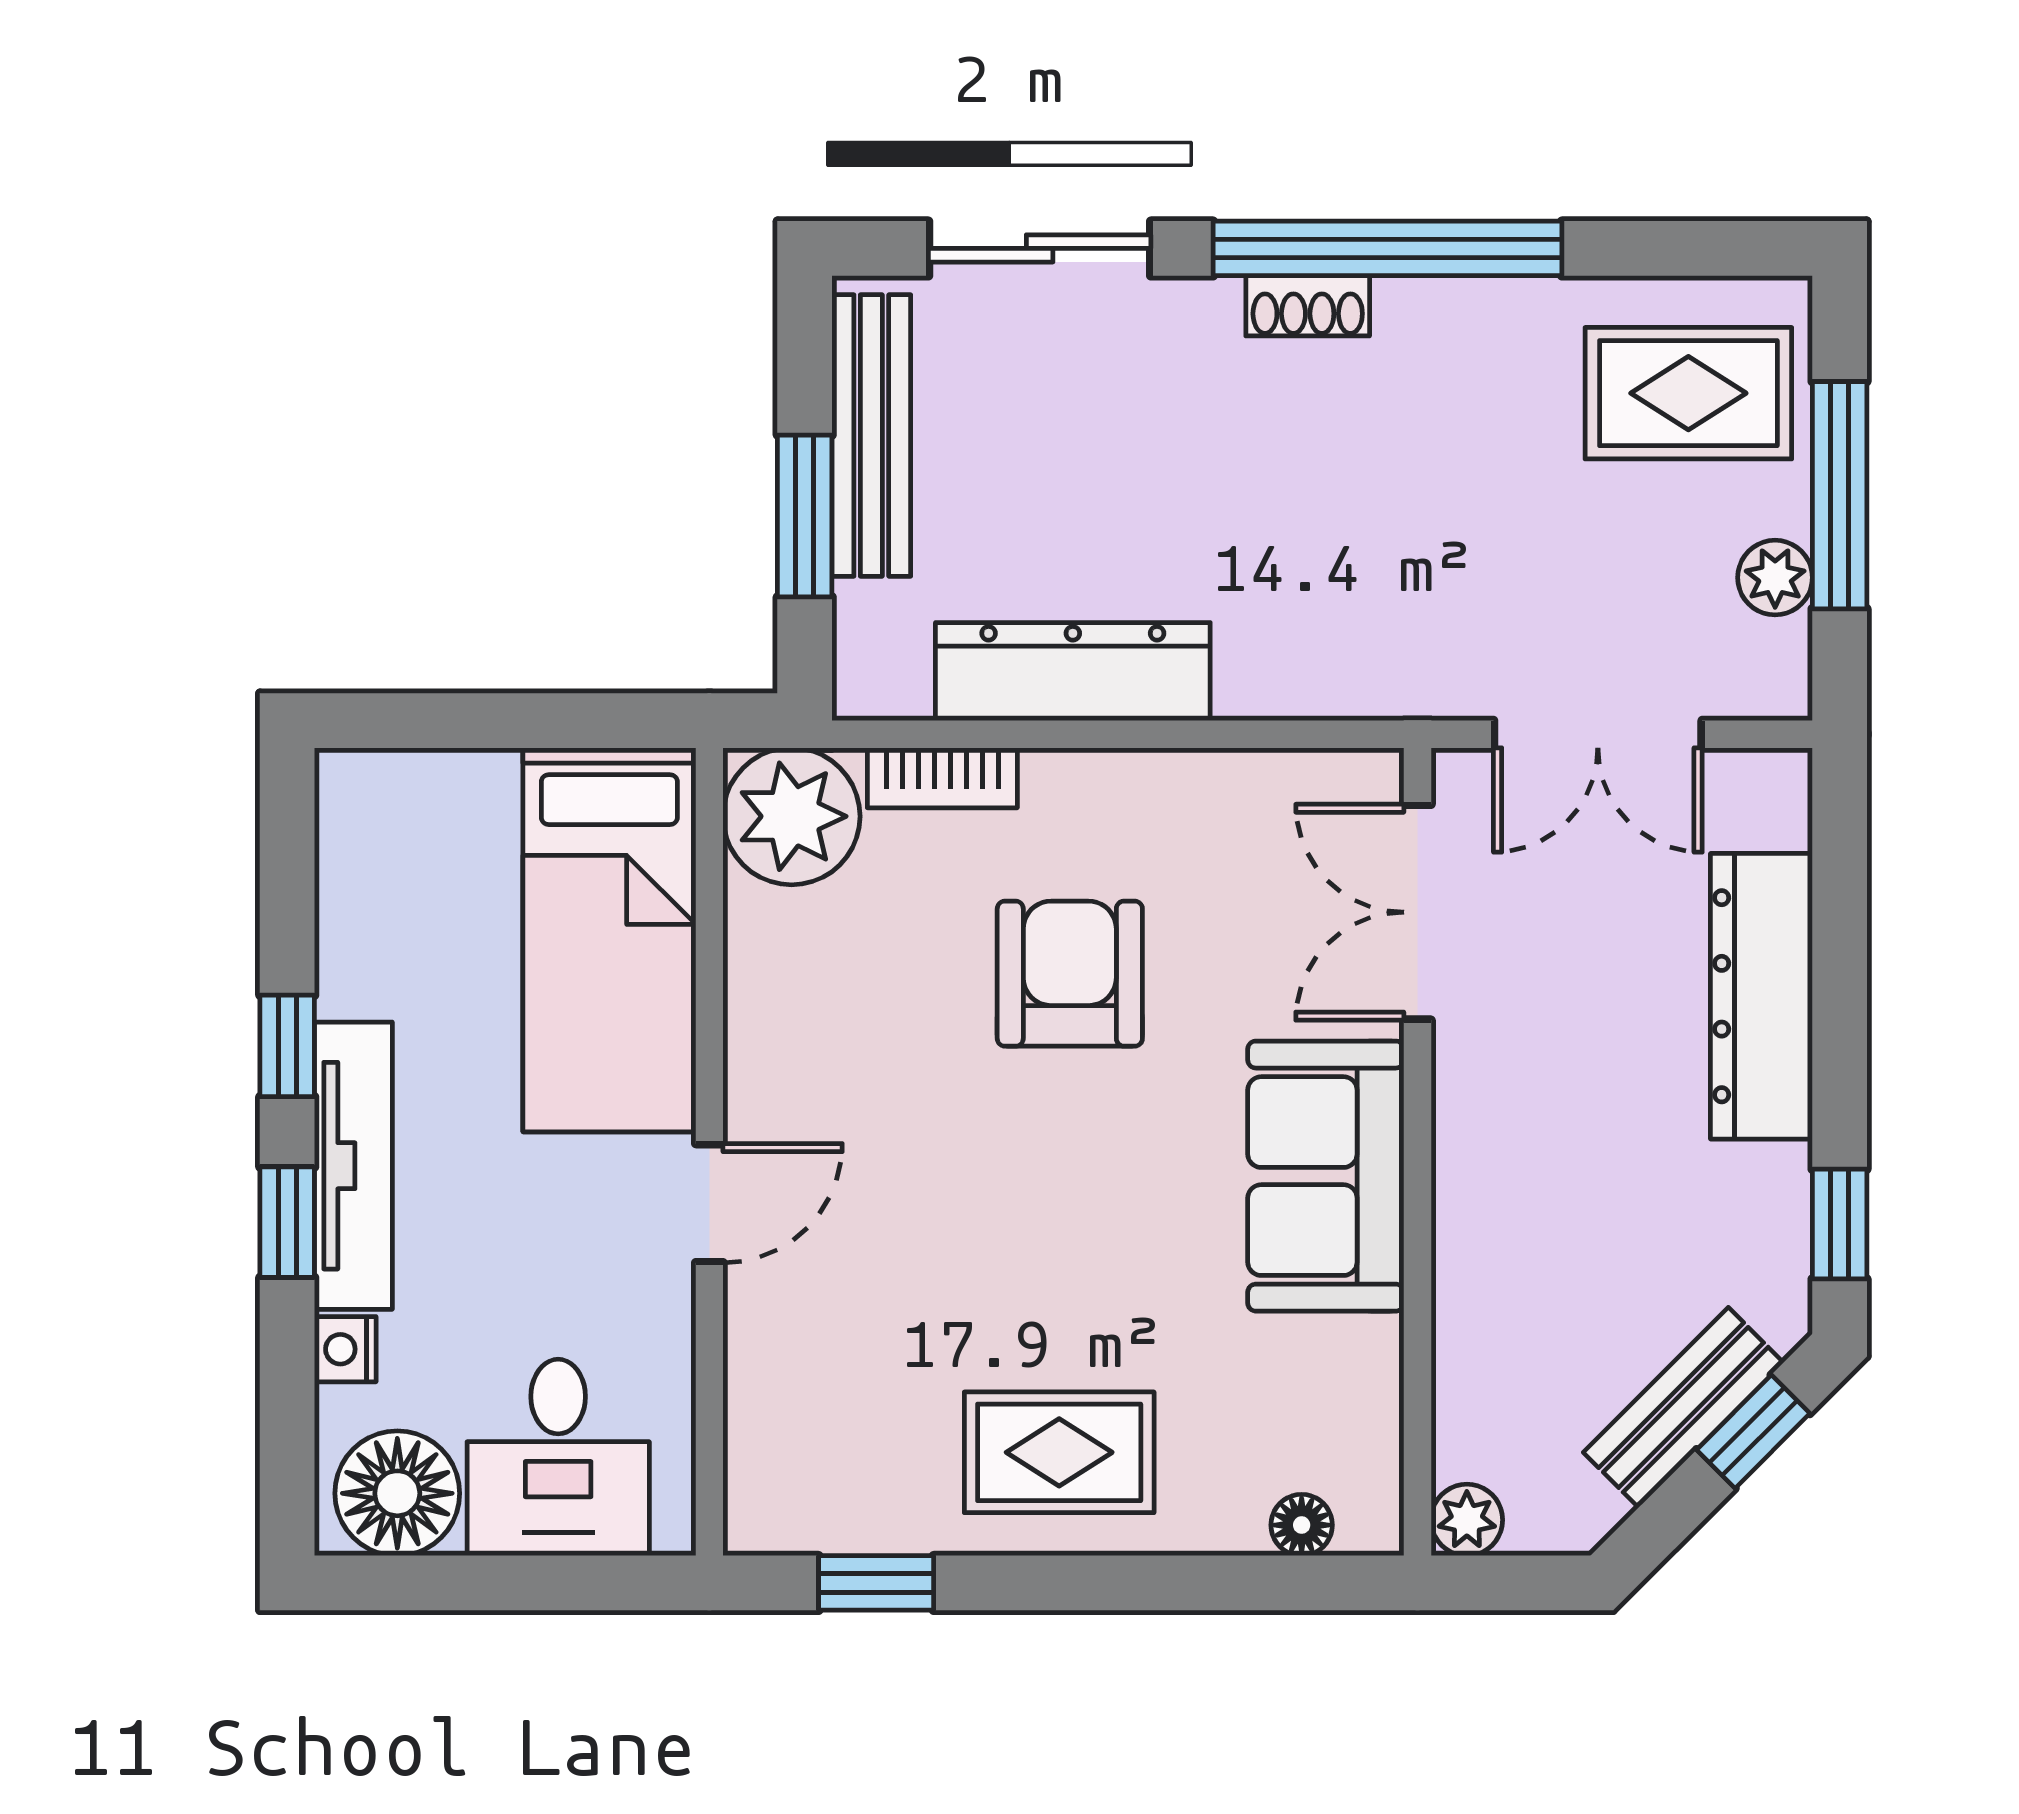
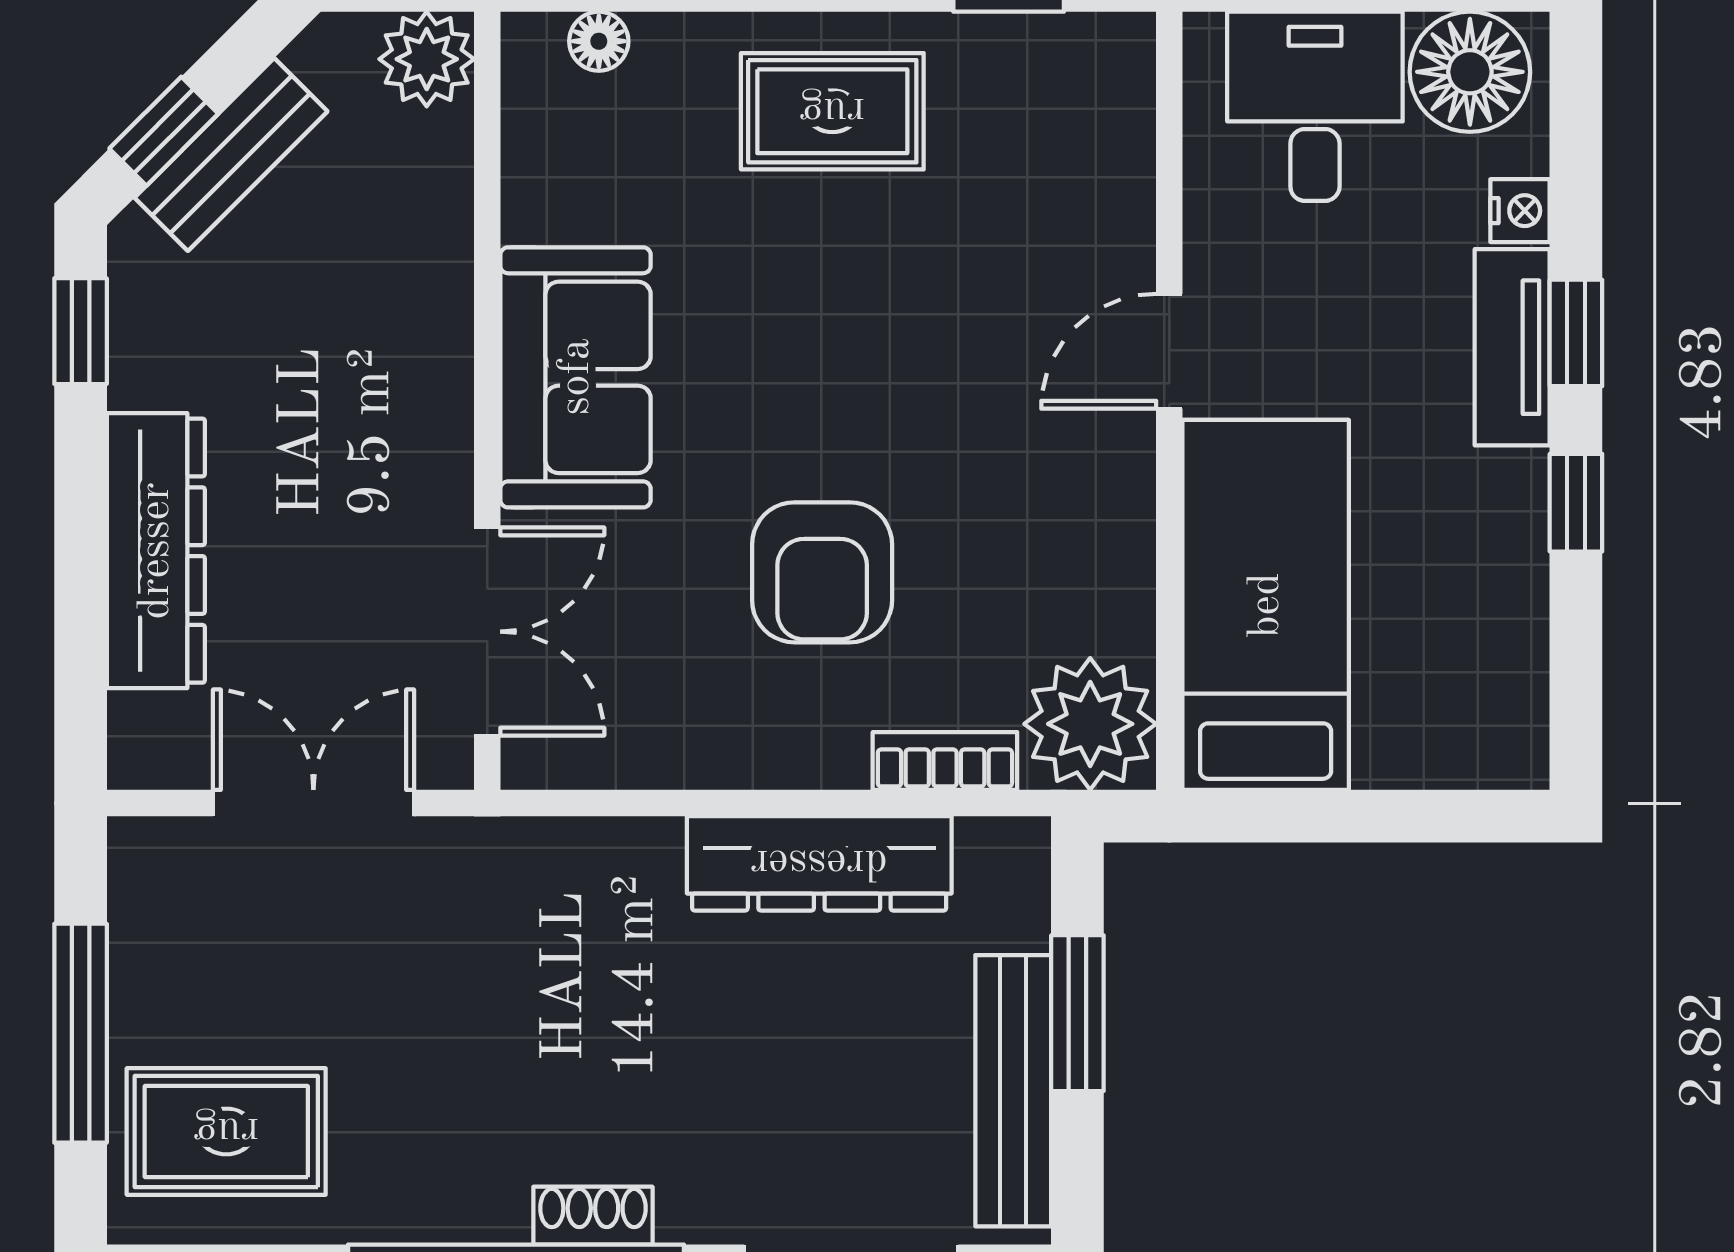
plant: (1775, 578) -> (143, 954), removed
tv unit: (353, 1166) -> (1512, 347), width x0.71
plant: (1467, 1520) -> (427, 59), width x1.38, depth x1.38

